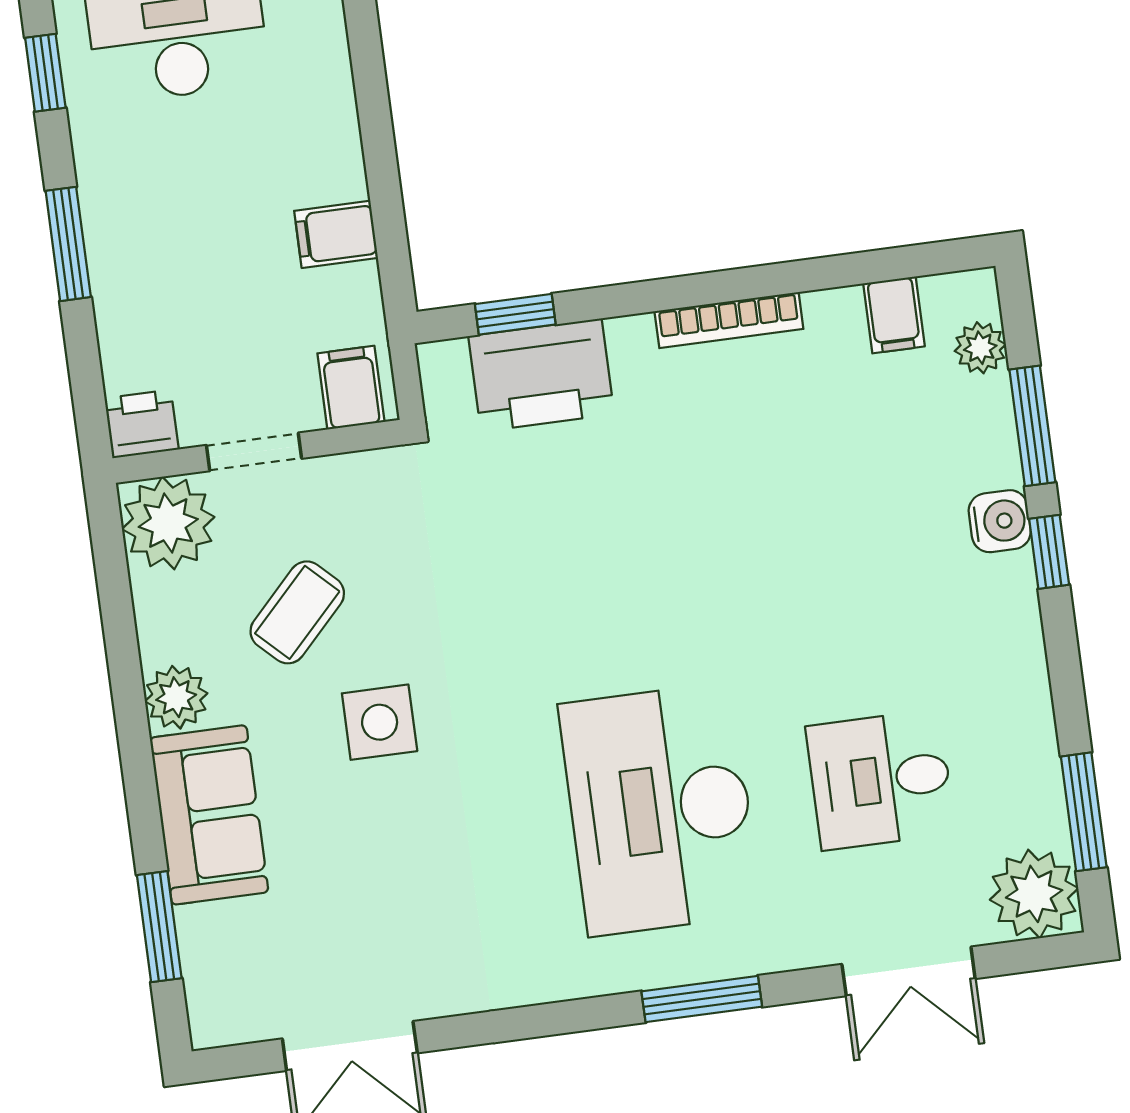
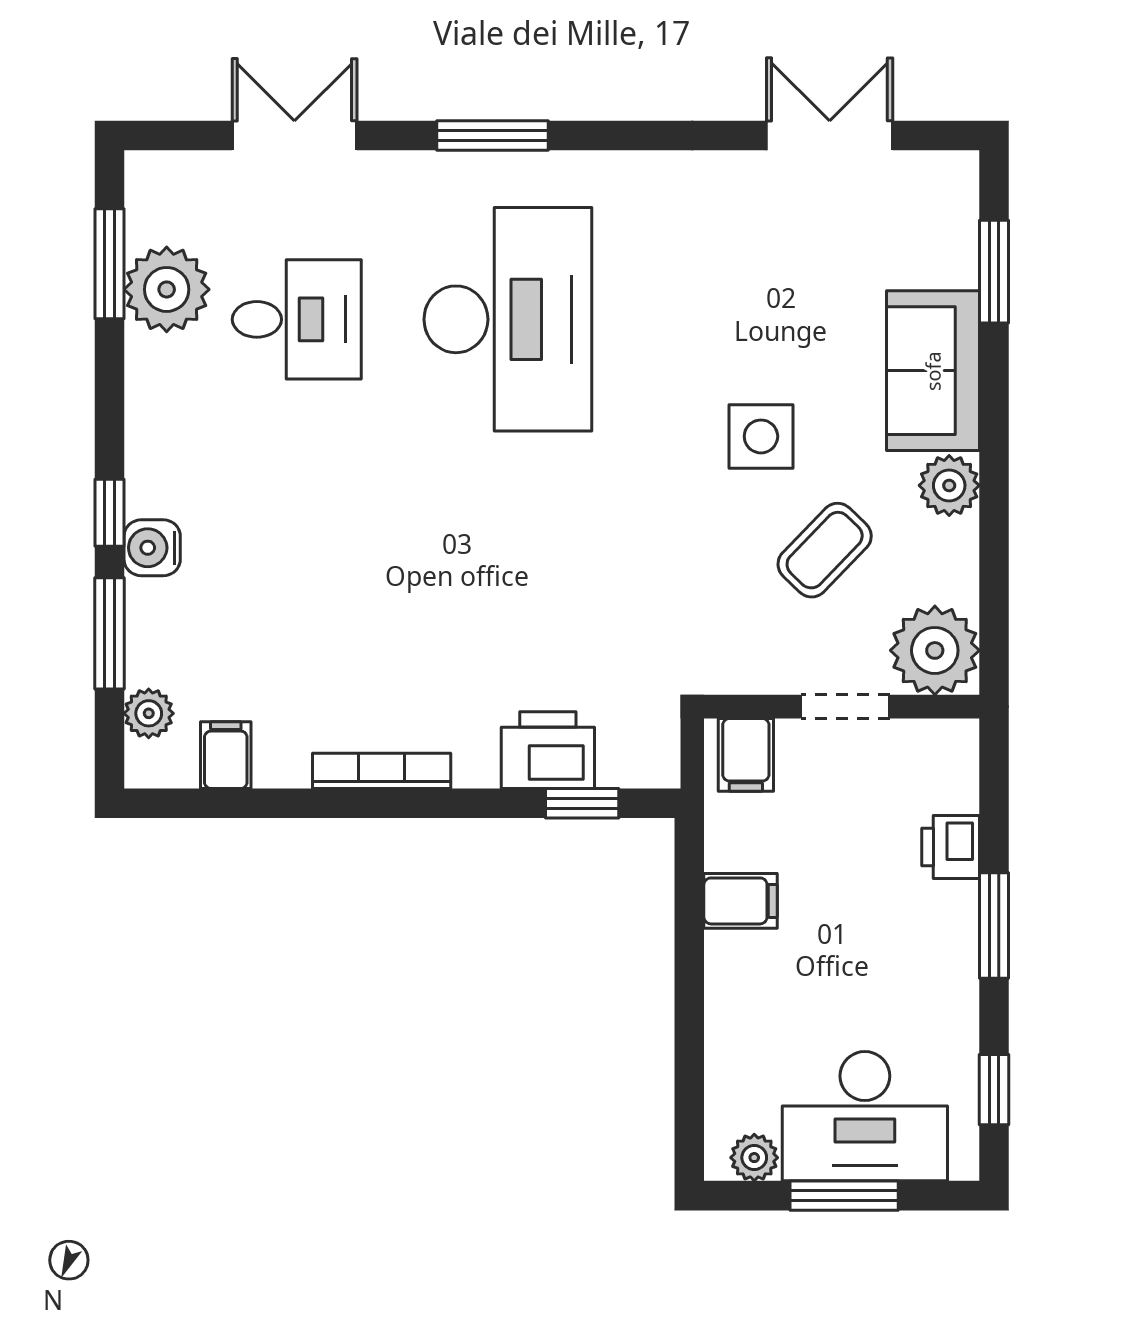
printer: (541, 375) -> (548, 750), width x0.73, depth x0.84
printer: (142, 424) -> (951, 847), moved, turned 90
plant: (1034, 894) -> (167, 289), moved

